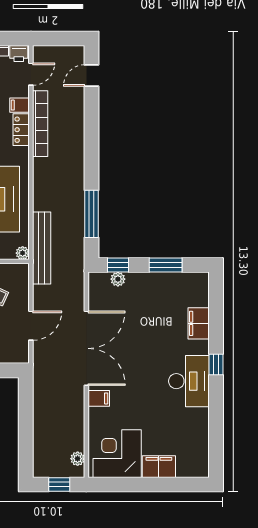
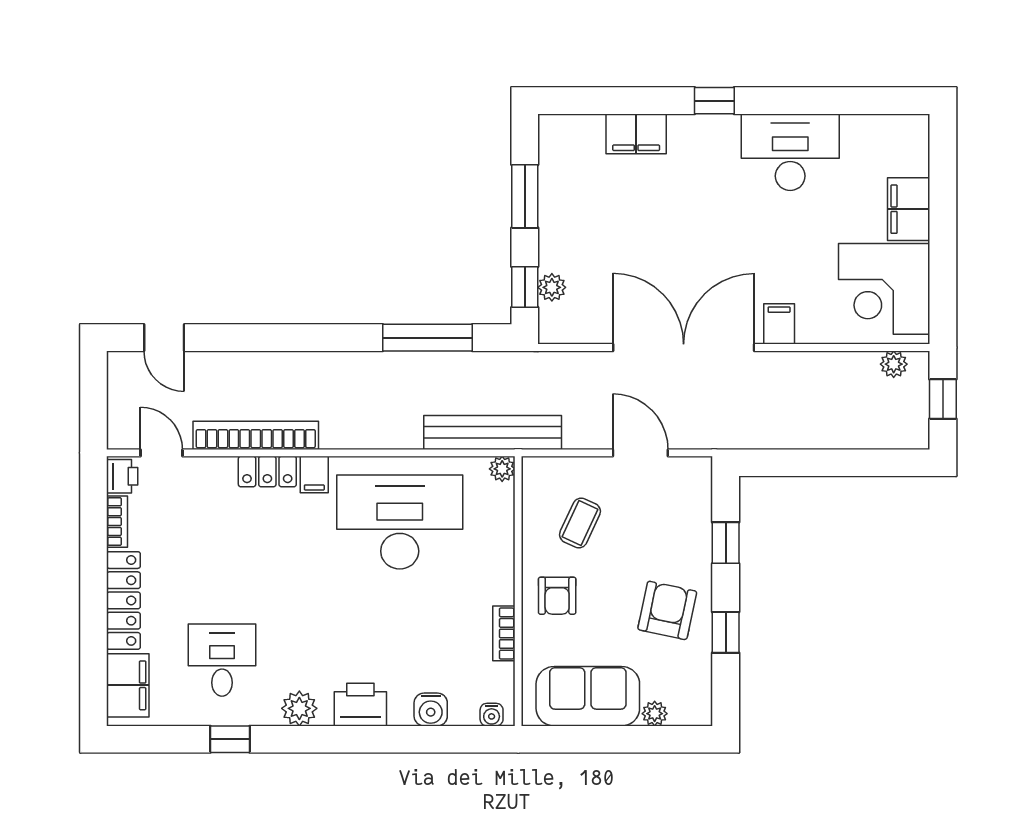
filing cabinet: (20, 105) -> (314, 475), moved
desk: (189, 381) -> (790, 152), moved

